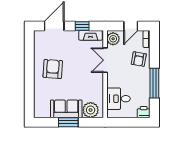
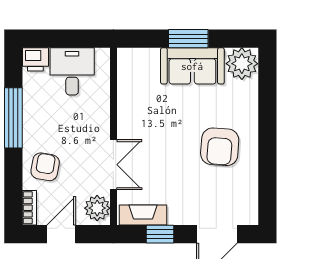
desk: (118, 99) -> (72, 71), moved, turned -90
plant: (91, 110) -> (242, 64), moved

